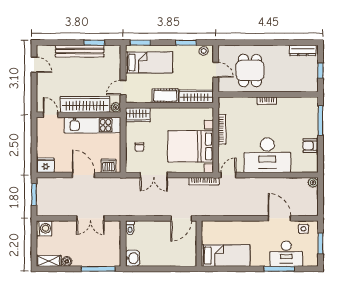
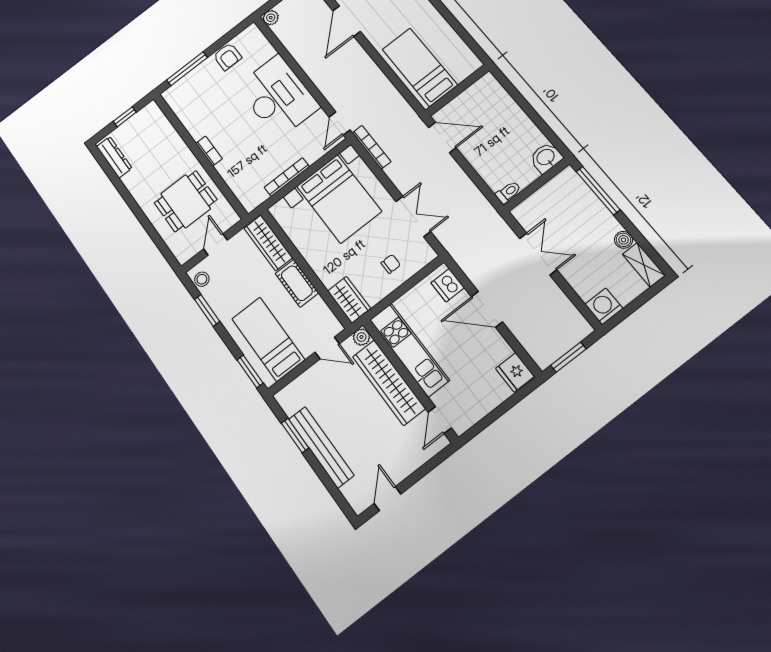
door: (83, 175) -> (487, 309), hinge flipped
door: (228, 175) -> (340, 123), hinge flipped
bed: (226, 256) -> (420, 67), moved

